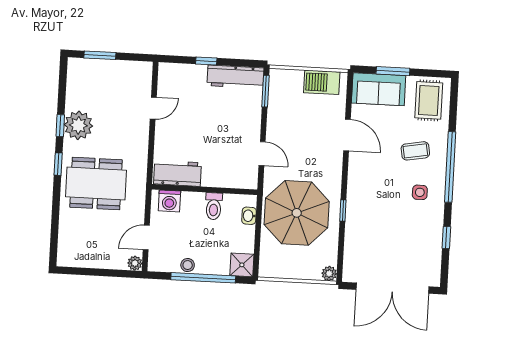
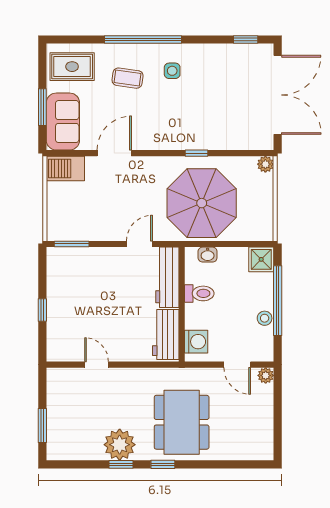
workbench: (235, 77) -> (167, 277), moved, turned 180
barbecue: (322, 82) -> (65, 168), moved, turned 90
coffee table: (415, 151) -> (128, 78), turned -72
window: (446, 238) -> (246, 39), moved

